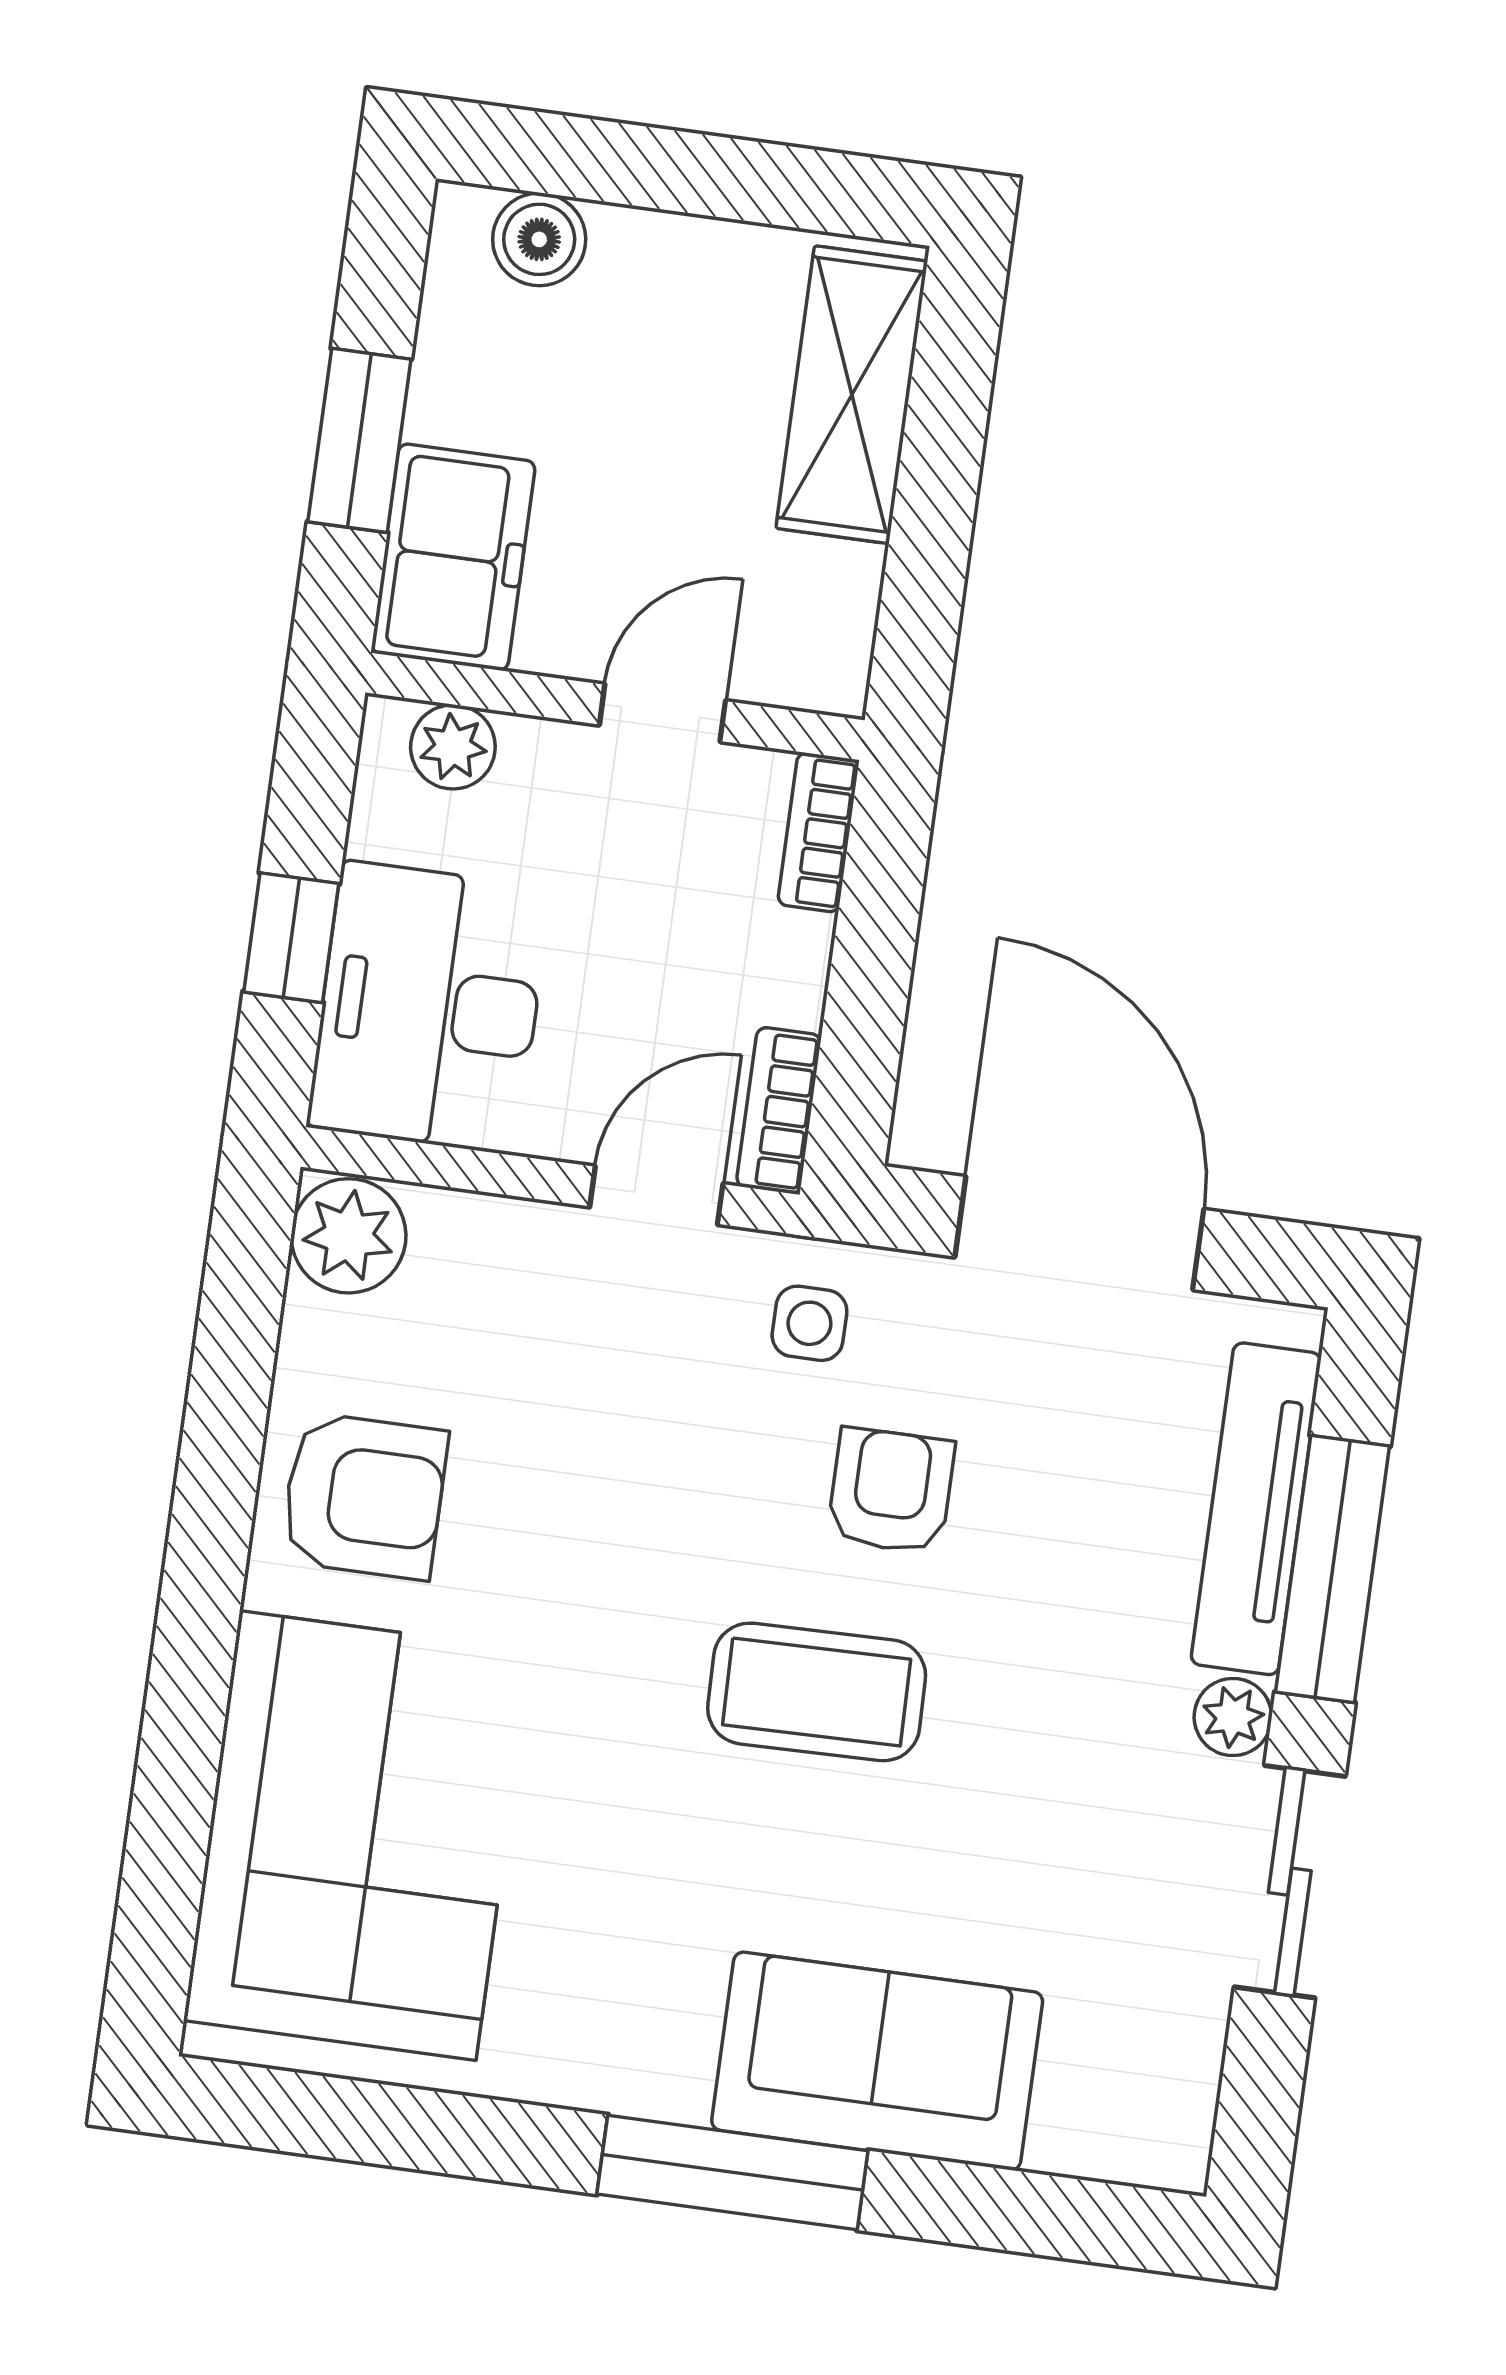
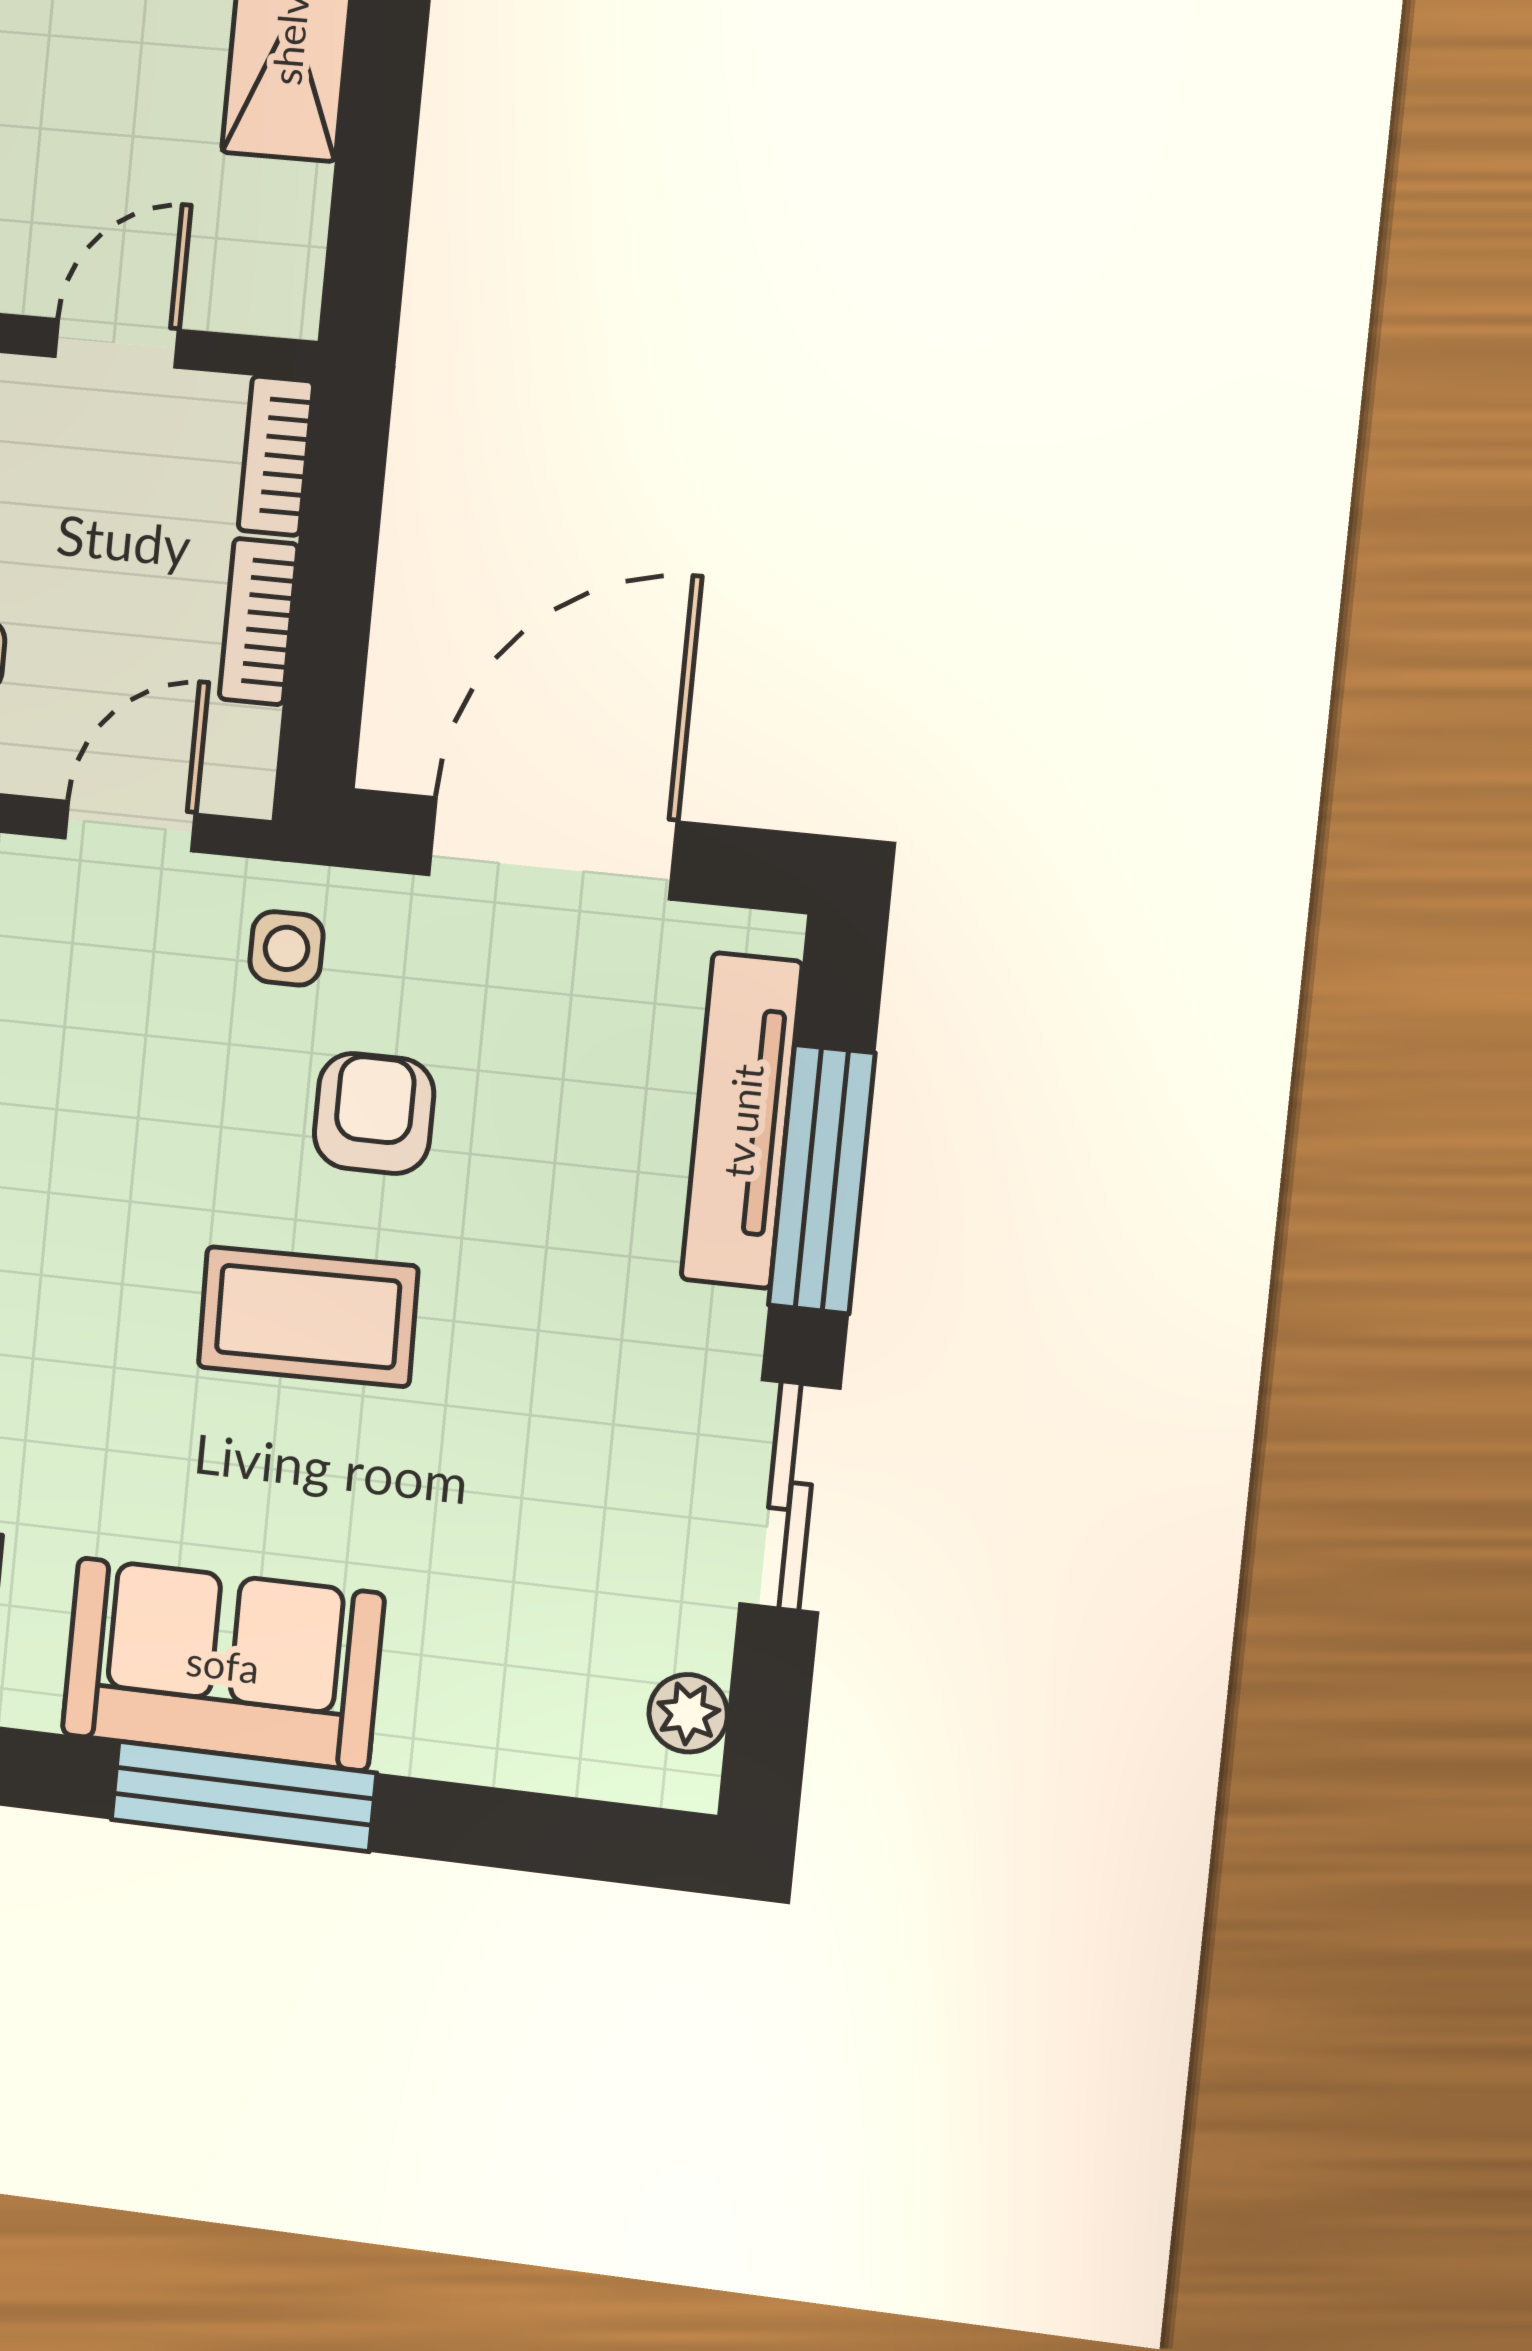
bookcase: (779, 1111) -> (259, 622), moved
door: (1079, 1233) -> (553, 848), hinge flipped
plant: (1233, 1717) -> (688, 1713), moved
sofa: (877, 2061) -> (223, 1664), moved

